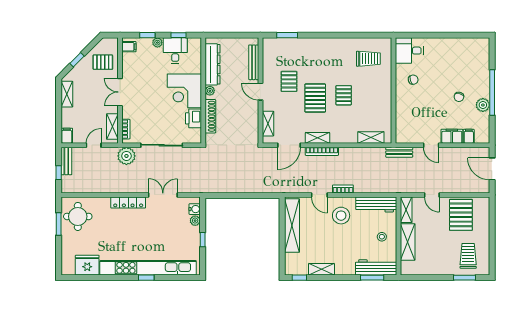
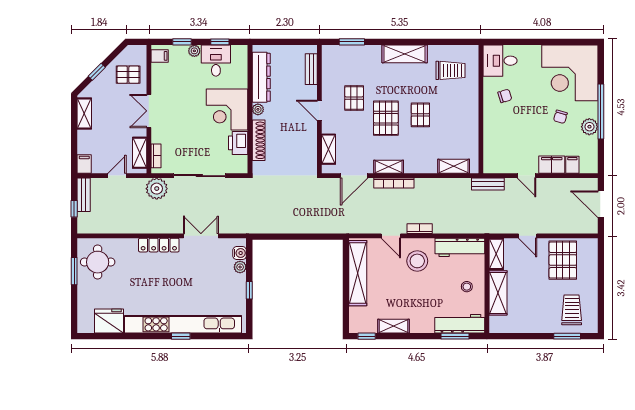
shelving: (331, 45) -> (405, 54), added
corner desk: (467, 61) -> (570, 73), added
bench: (254, 62) -> (311, 69), width x0.73

